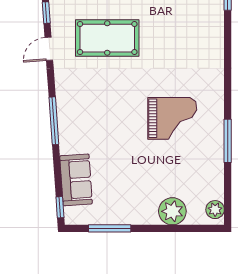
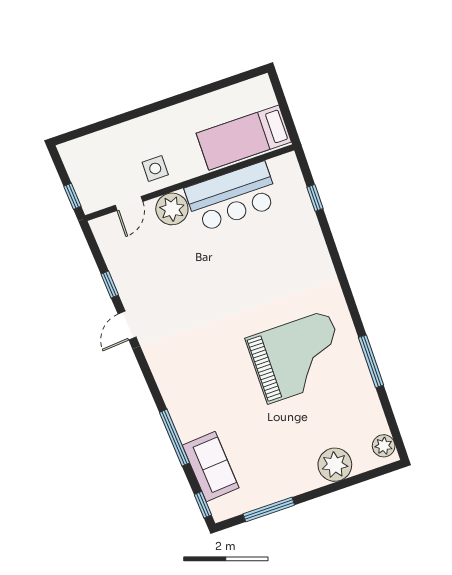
pool table: (107, 38) -> (191, 290), removed
grand piano: (172, 118) -> (298, 357), width x1.37, depth x1.48
window: (54, 121) -> (175, 438), moved

